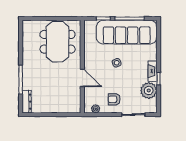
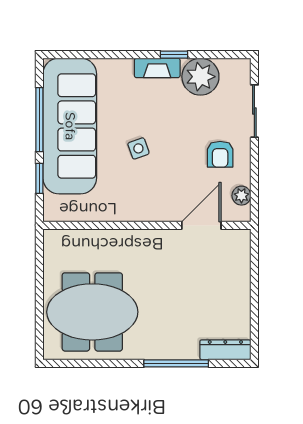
meeting table: (58, 42) -> (92, 312), moved
door: (82, 78) -> (201, 225), moved

